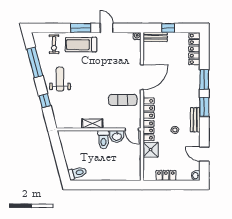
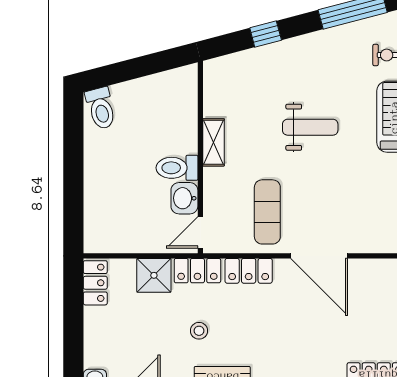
weight bench: (60, 79) -> (310, 127), moved
locker: (166, 175) -> (95, 283), moved

